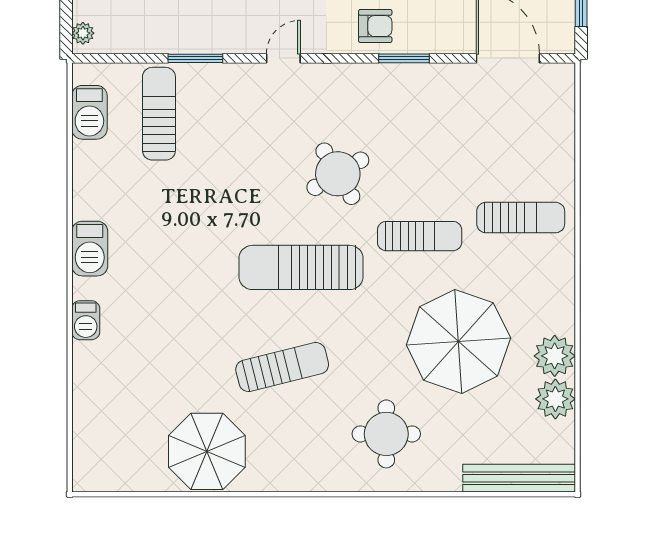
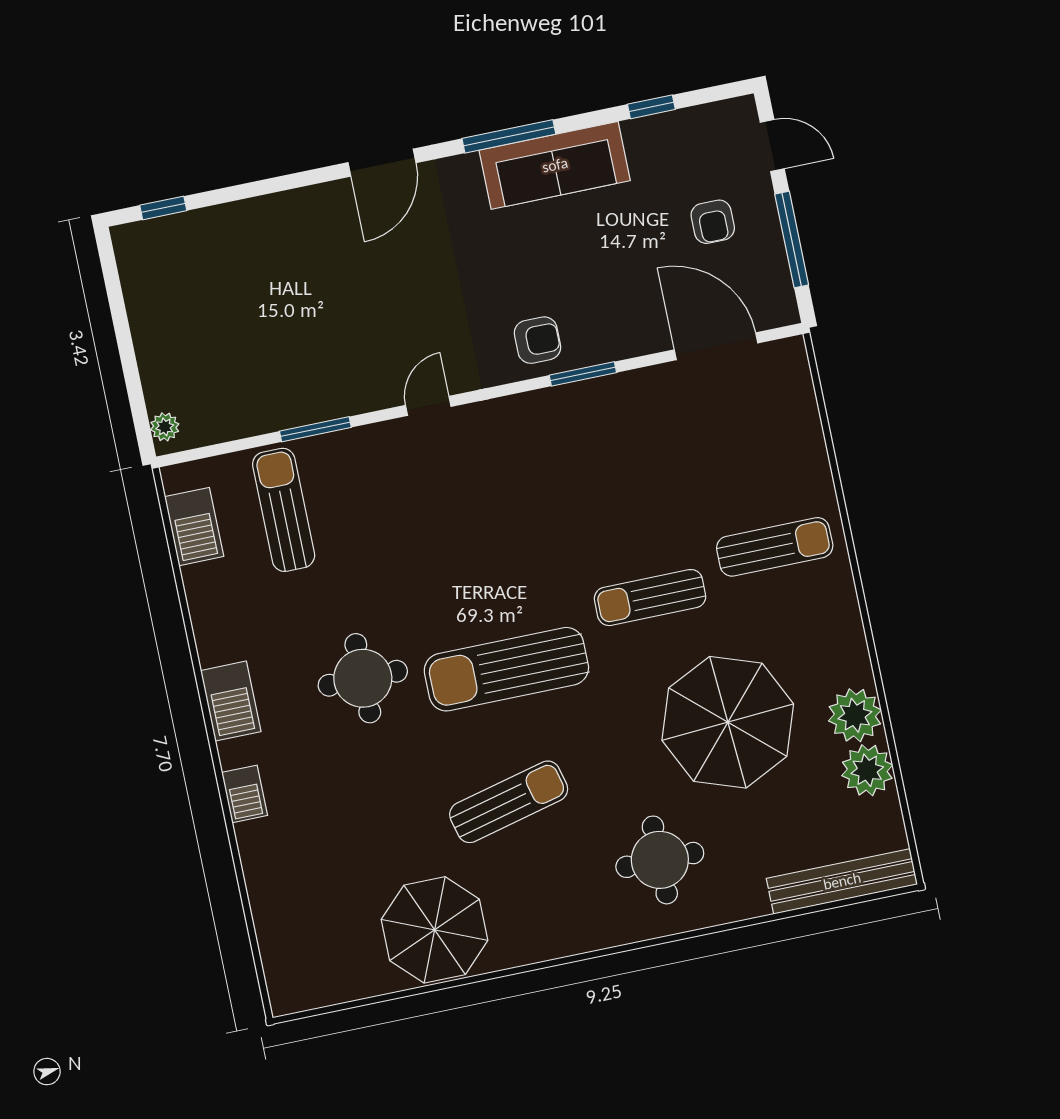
round table: (338, 174) -> (363, 678), moved, turned 31
sun lounger: (420, 236) -> (650, 598), turned 180

